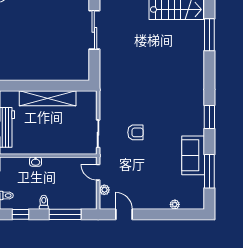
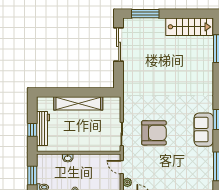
armchair: (135, 132) -> (154, 133), width x1.88, depth x1.88
sofa: (193, 155) -> (204, 130), moved

